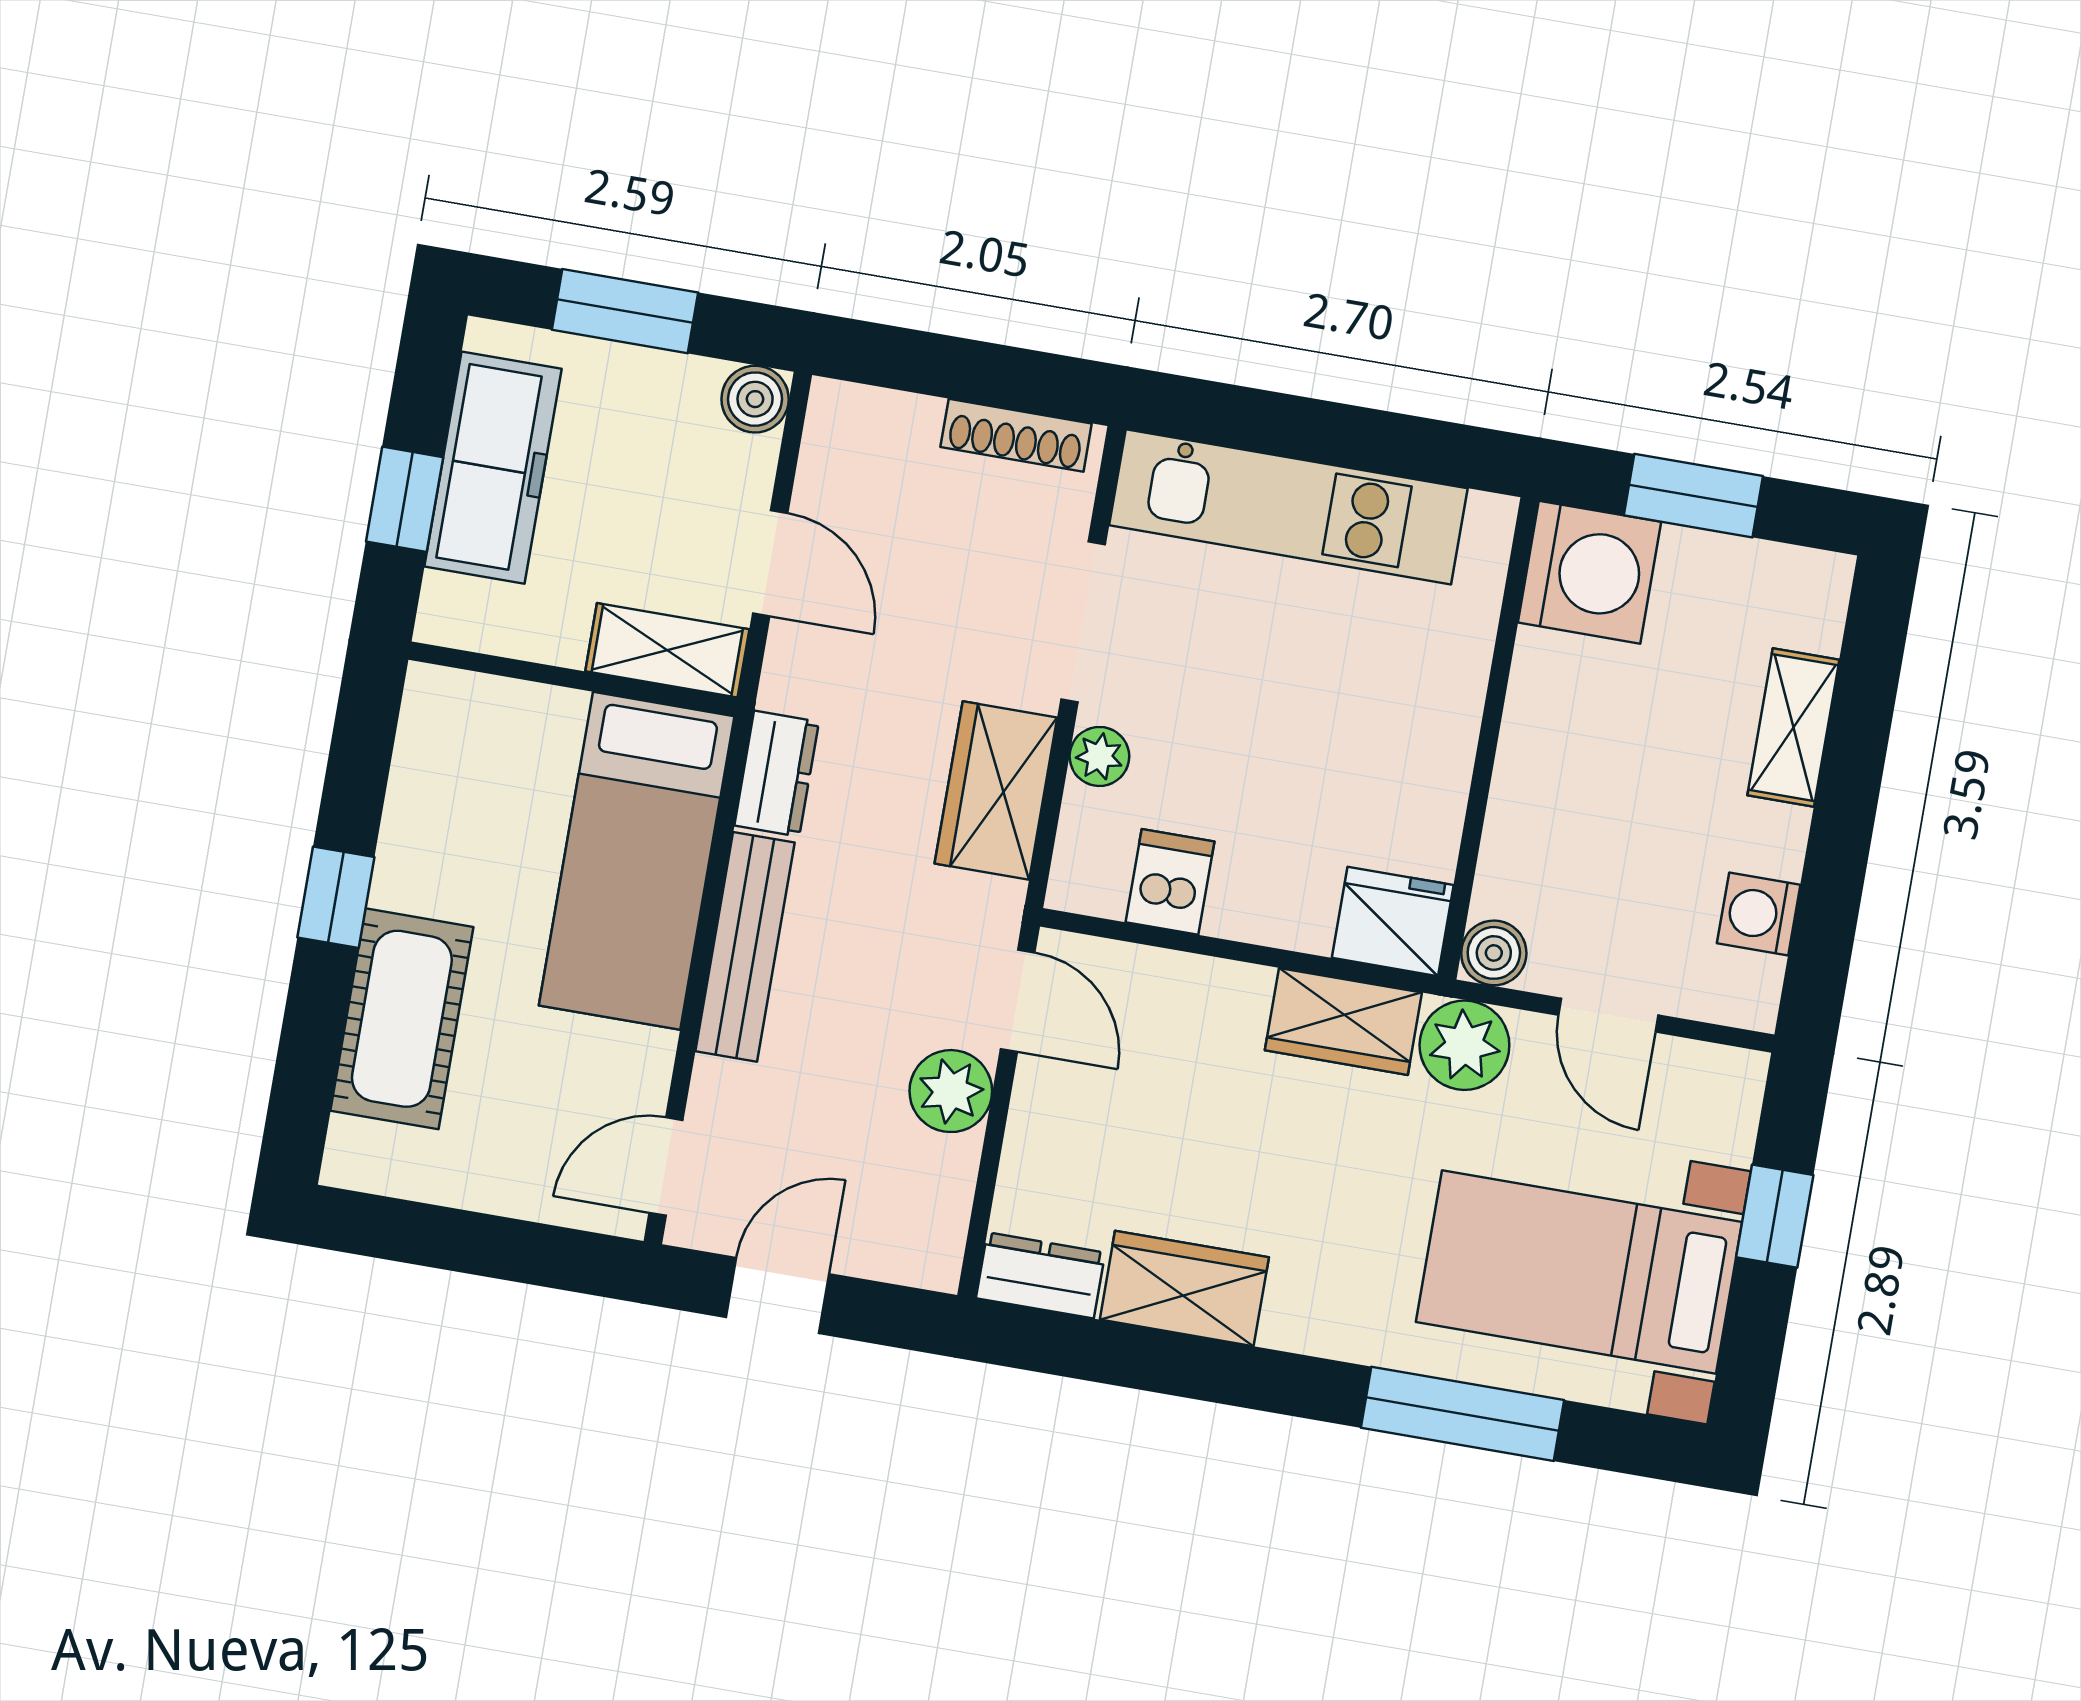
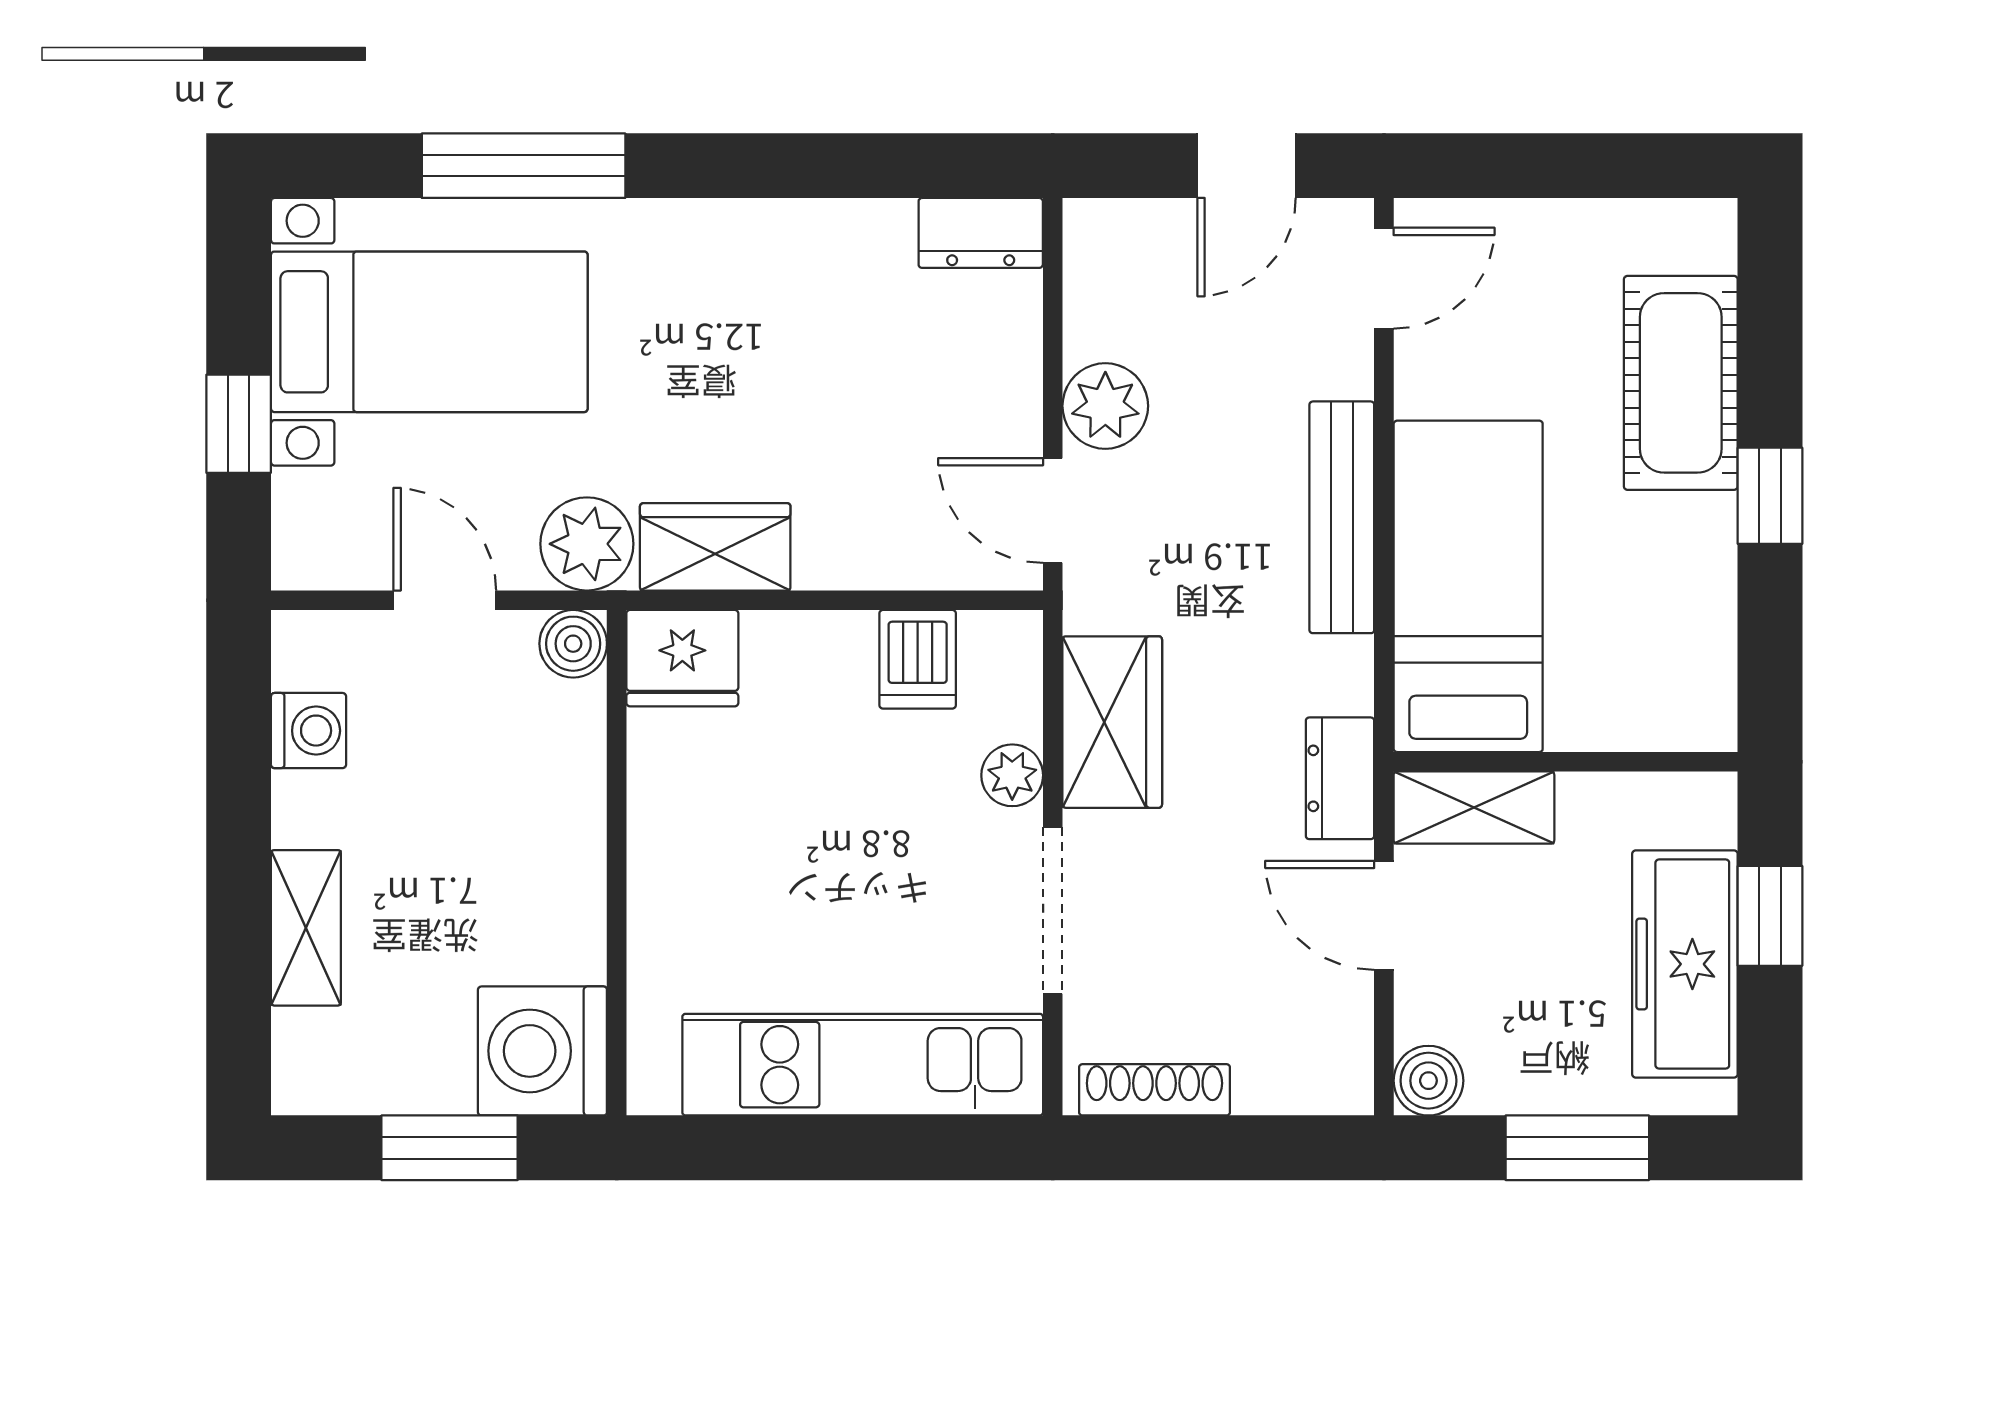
dresser: (777, 774) -> (1340, 778), moved
wardrobe: (1184, 1288) -> (831, 245), removed

